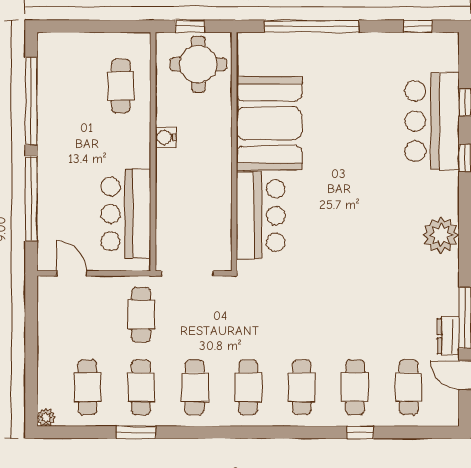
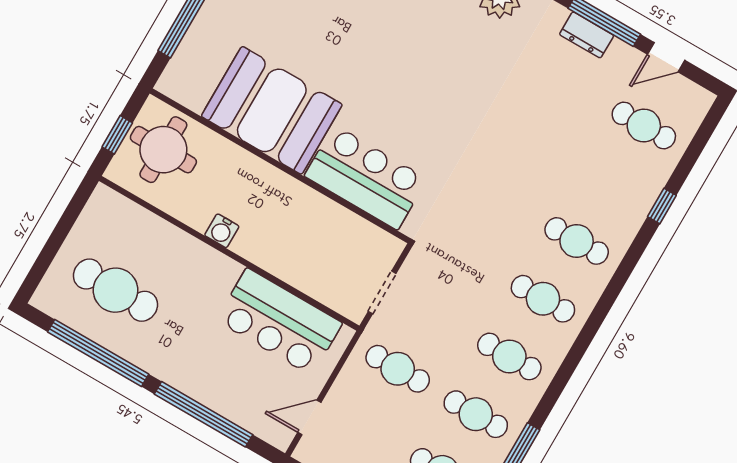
cafe table: (121, 86) -> (115, 290), moved, width x1.37, depth x1.35
doorway: (188, 273) -> (382, 292), width x0.73
dresser: (448, 336) -> (587, 35), moved
cafe table: (355, 387) -> (610, 183), removed

